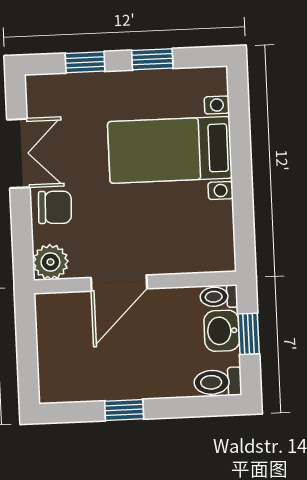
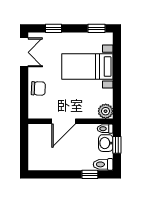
window: (152, 59) -> (96, 28), moved
double door: (18, 153) -> (24, 52), moved
plant: (50, 262) -> (106, 111), moved
window: (124, 410) -> (90, 174), moved

